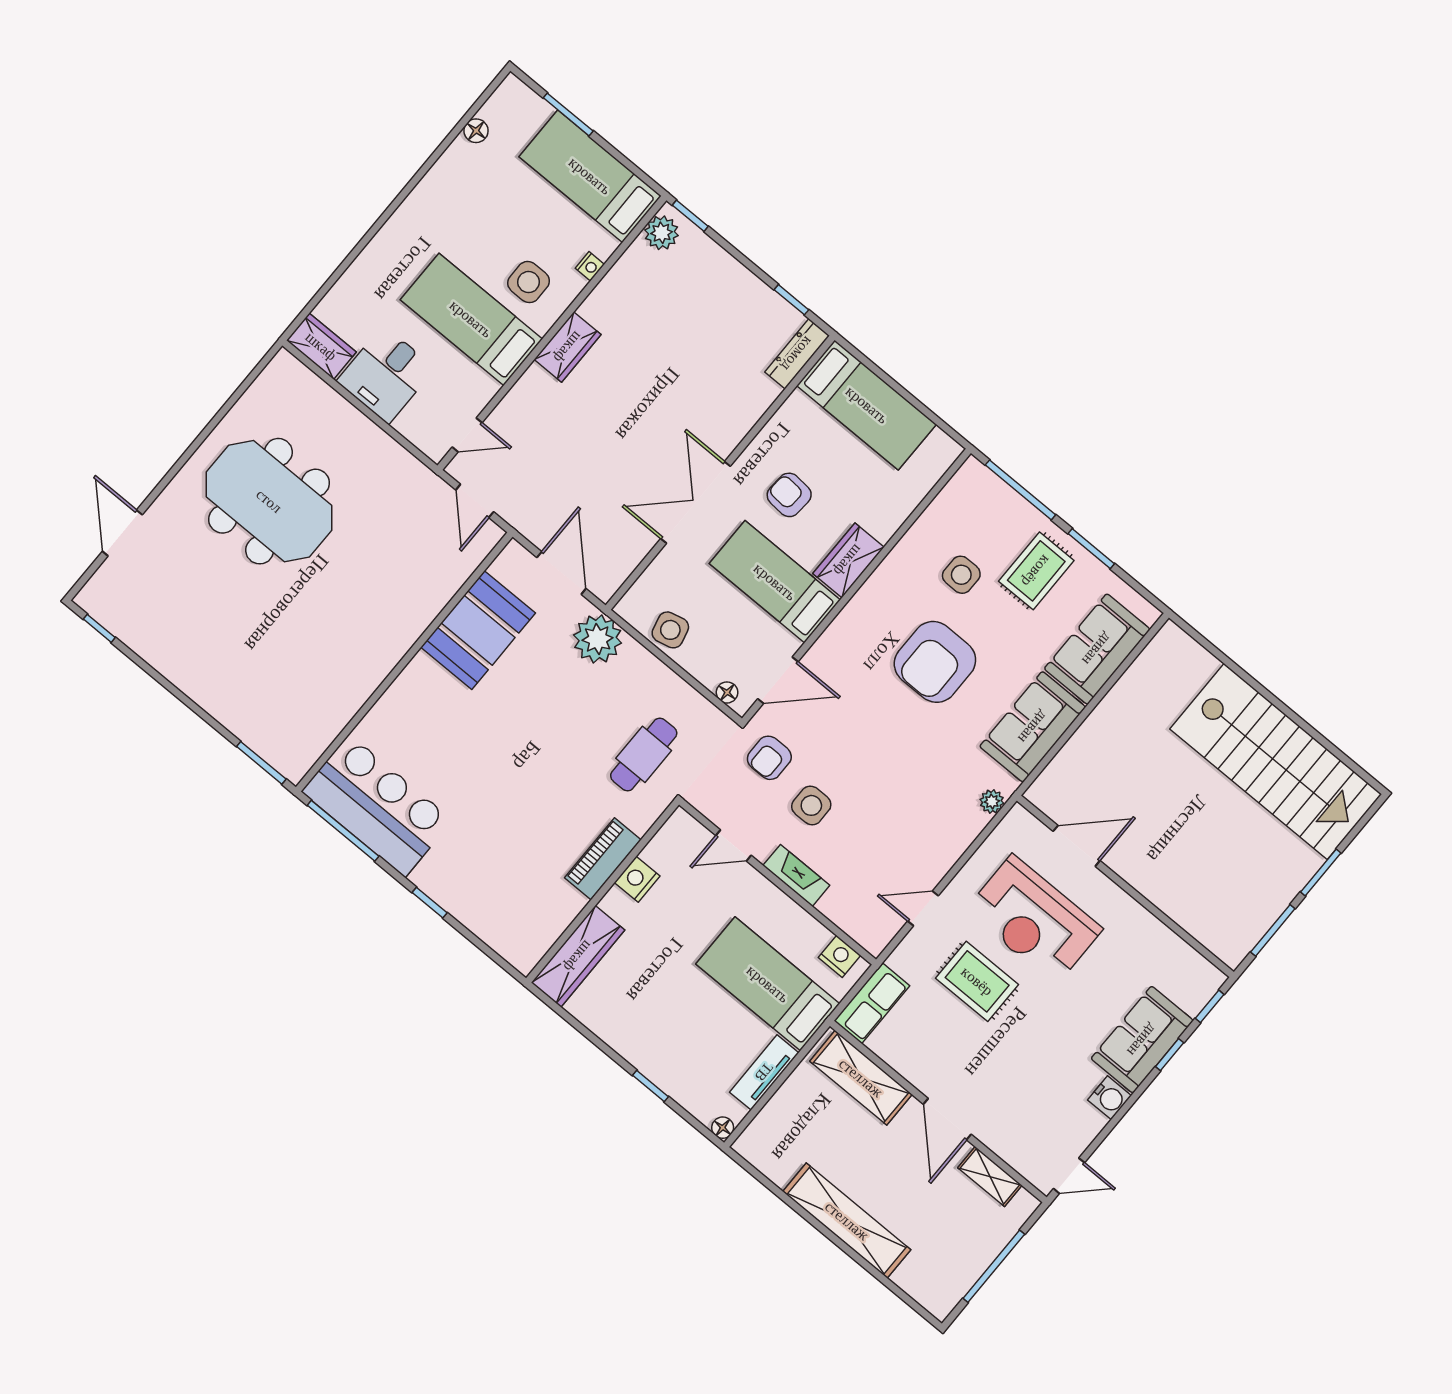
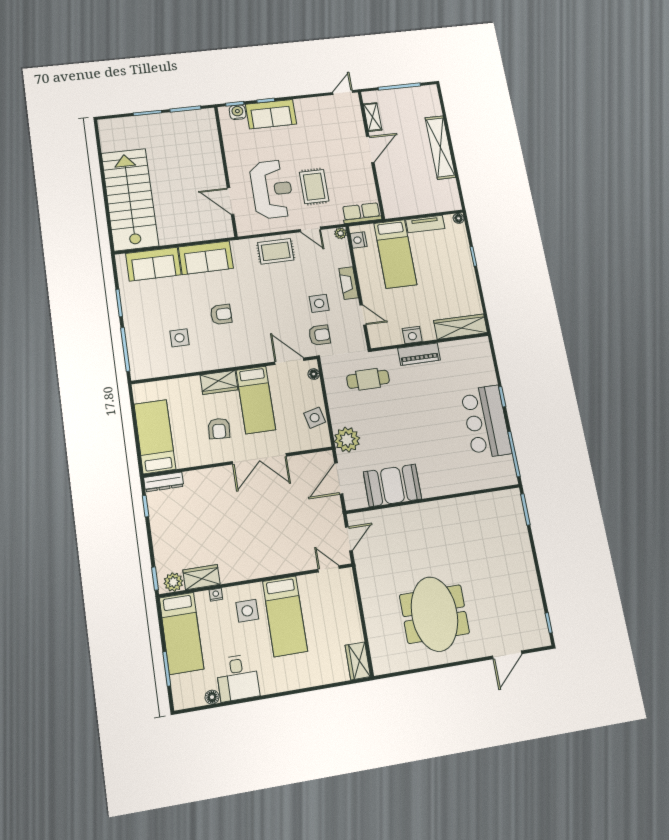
wardrobe: (568, 347) -> (202, 577), moved
desk: (386, 375) -> (238, 678), moved, turned 90
rug: (1036, 571) -> (276, 251), moved
armchair: (935, 662) -> (221, 314), width x0.53, depth x0.53
stairs: (1276, 761) -> (130, 199), moved
plant: (992, 801) -> (341, 233), moved
bar counter: (377, 806) -> (486, 422), moved
shelving: (861, 1078) -> (390, 191), removed
water cooler: (1109, 1098) -> (238, 112), moved
door: (1069, 1176) -> (343, 93), hinge flipped

